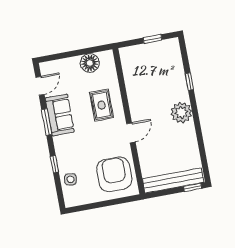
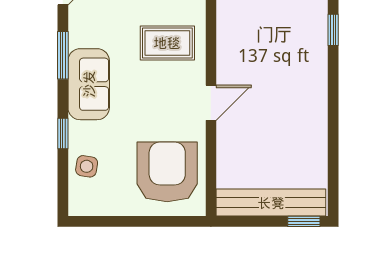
rug: (102, 105) -> (167, 43), turned 90
plant: (181, 113) -> (309, 83), removed
sofa: (60, 115) -> (89, 84), moved

